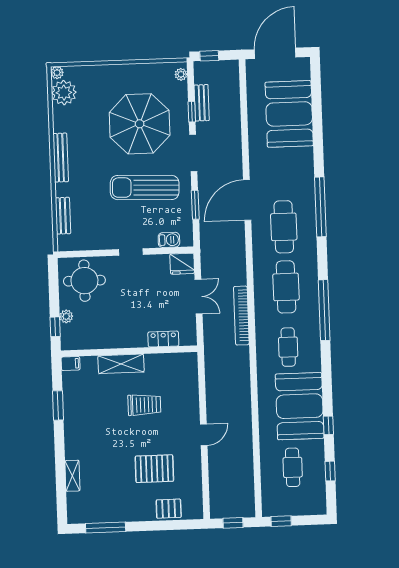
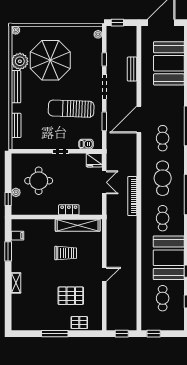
plant: (64, 93) -> (20, 61), moved
bench: (202, 103) -> (132, 69), moved
parasol: (140, 124) -> (50, 60), moved
cafe table: (284, 227) -> (163, 138), width x0.73, depth x0.74
round table: (84, 281) -> (39, 181), moved
locker: (163, 339) -> (69, 210), moved
filing cabinet: (71, 363) -> (18, 236), moved
shelving: (121, 364) -> (78, 225), moved, width x1.47
shelving: (72, 476) -> (16, 283), moved
window: (106, 528) -> (55, 334), moved

